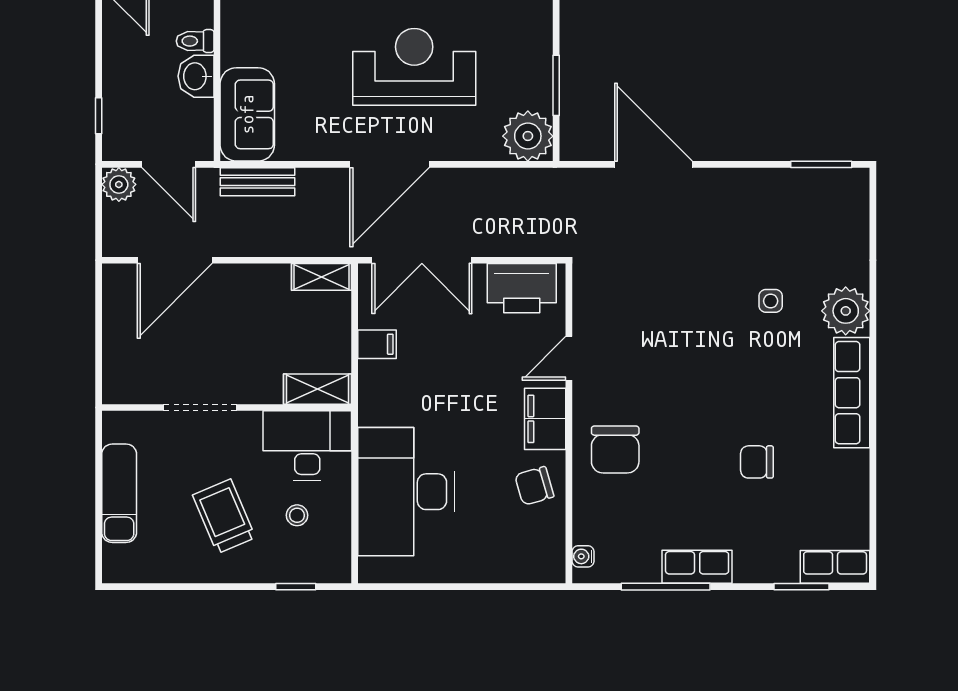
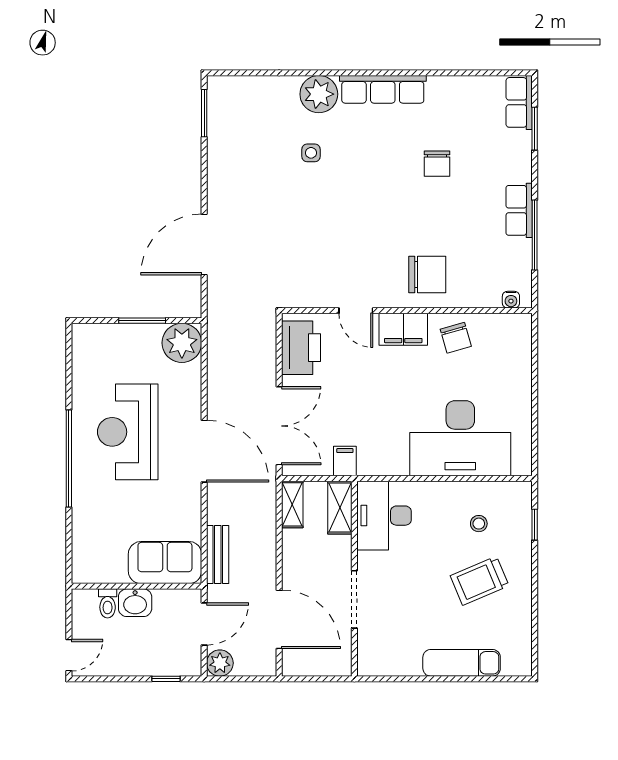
shelving: (318, 389) -> (340, 508), moved
doorway: (200, 407) -> (354, 599), moved
wall: (227, 407) -> (354, 579), moved
desk: (307, 445) -> (384, 516), moved

